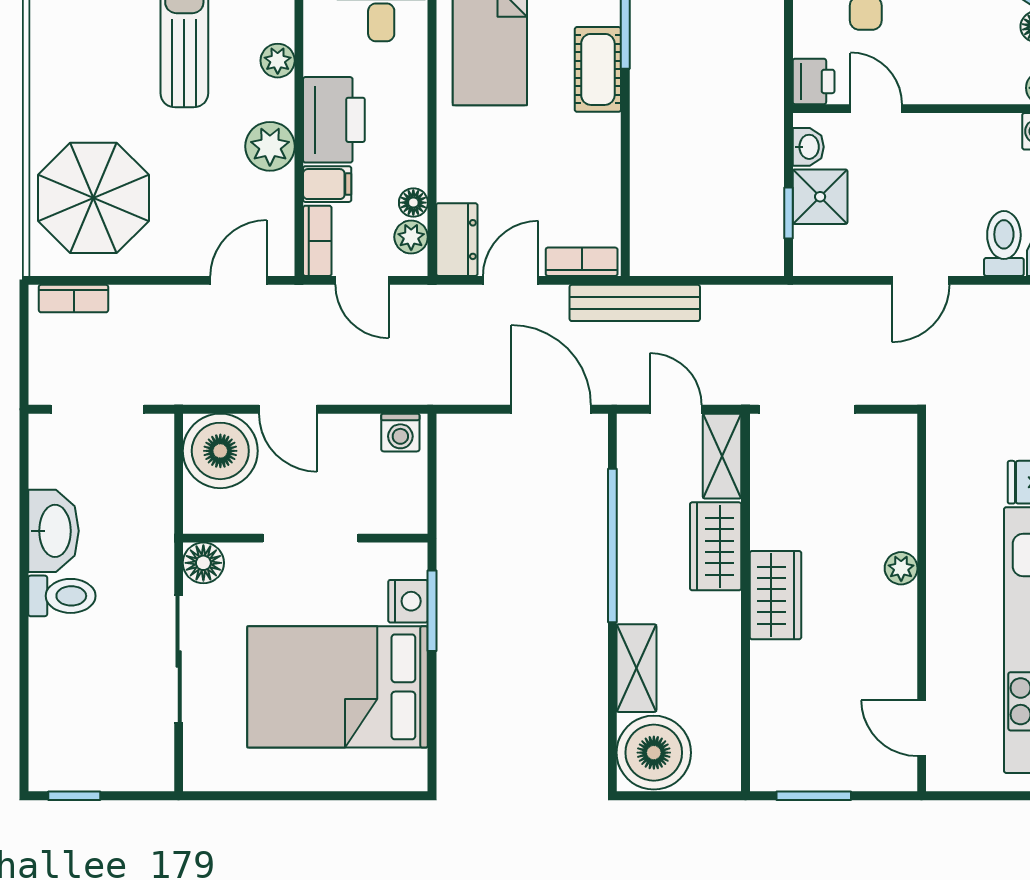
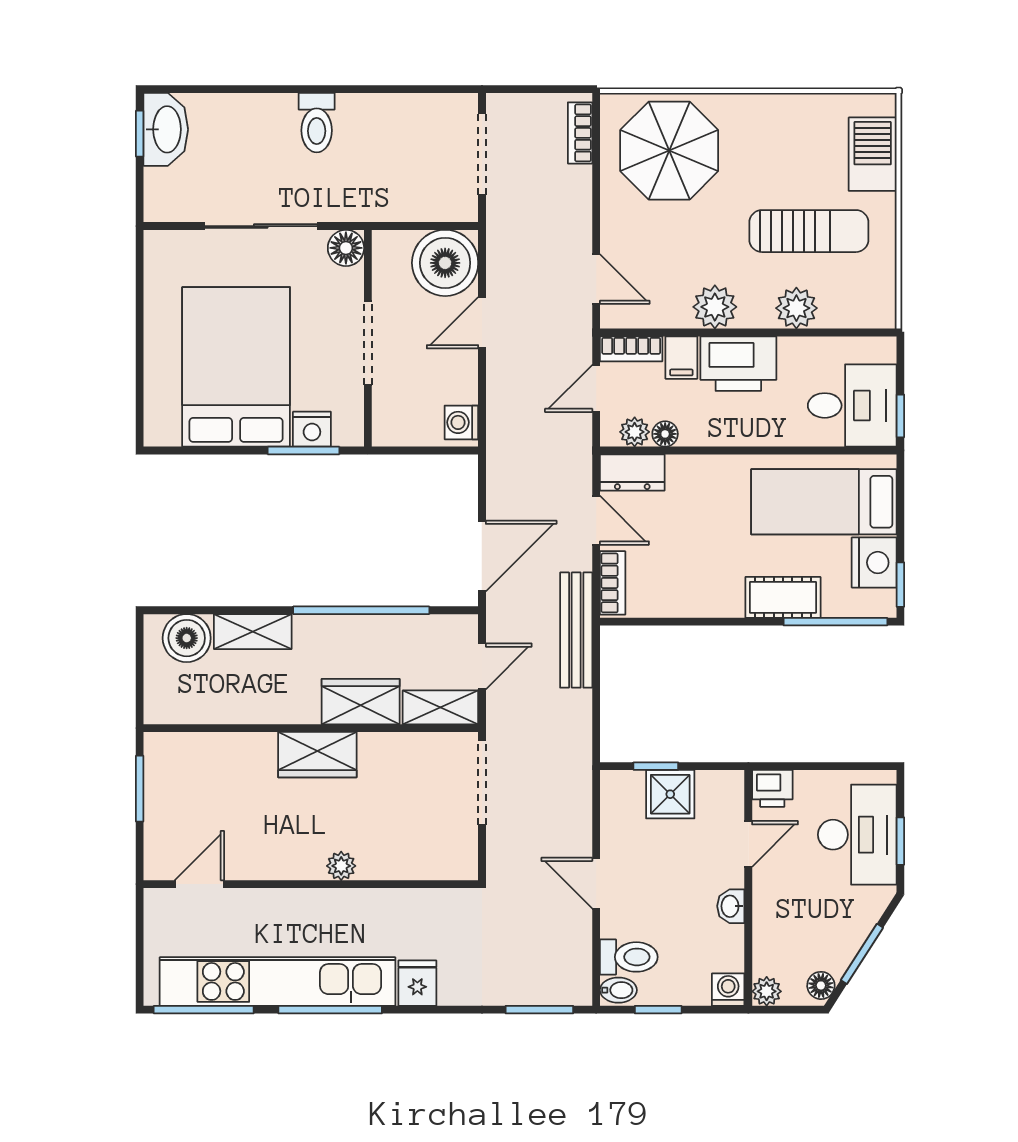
plant: (278, 61) -> (796, 308), width x1.38, depth x1.38
washbasin: (808, 147) -> (731, 906), moved, turned 90
washbasin: (53, 531) -> (166, 129), moved, turned -90
boiler: (654, 753) -> (187, 638), width x0.73, depth x0.73

